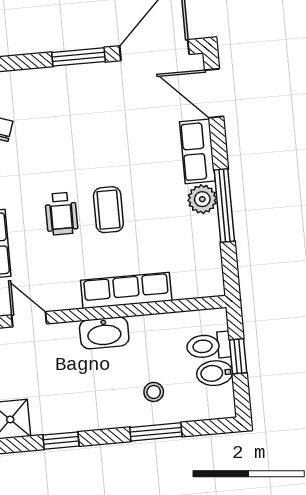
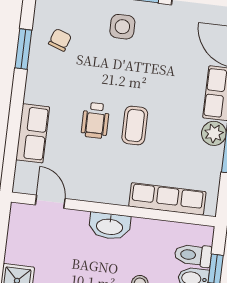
side table: (69, 98) -> (122, 27), added
row of seats: (126, 290) -> (167, 199), moved

